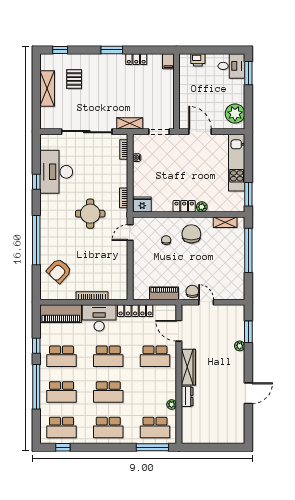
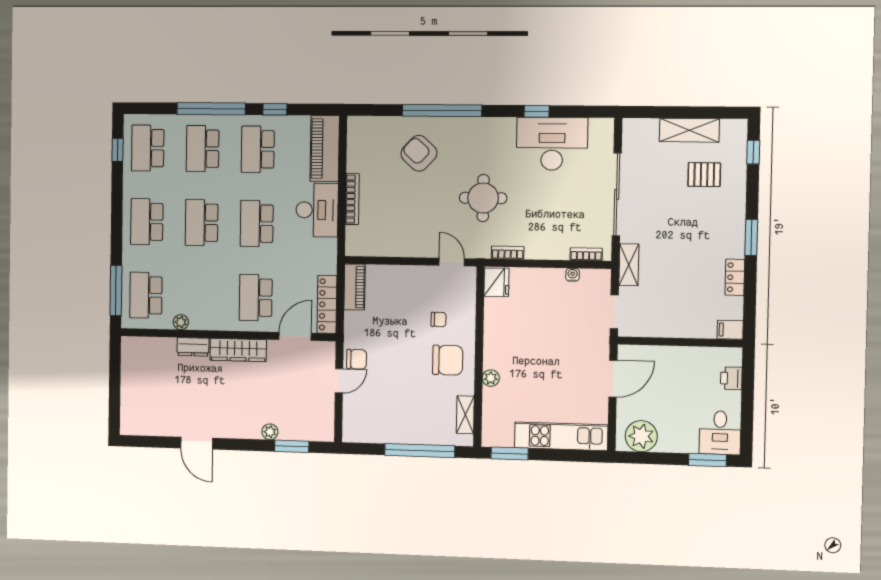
locker: (184, 206) -> (492, 350), removed
armchair: (59, 271) -> (419, 153), moved
piano: (164, 293) -> (354, 287), moved
locker: (135, 311) -> (327, 304), moved

